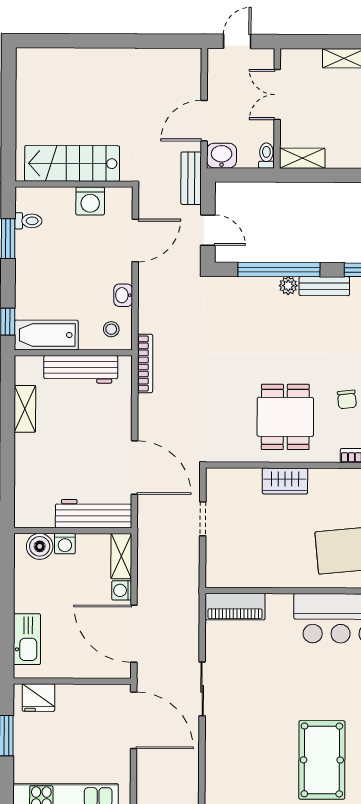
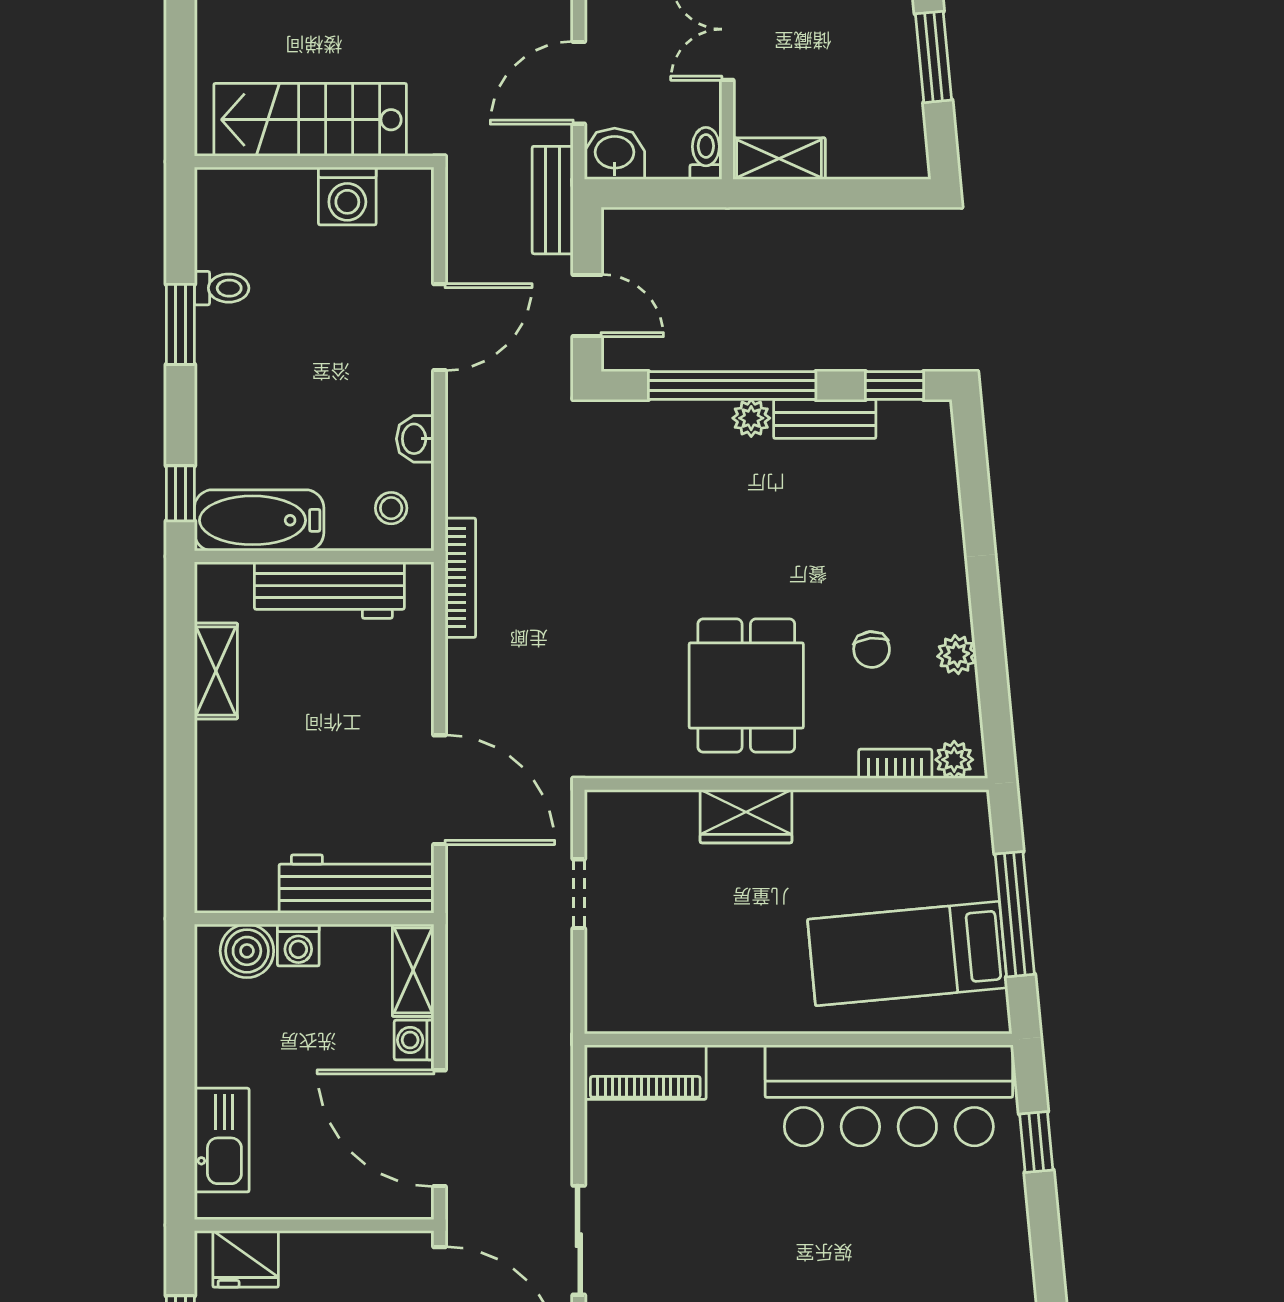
stairs: (72, 163) -> (310, 120), moved
wall: (74, 184) -> (314, 162), moved
washing machine: (90, 201) -> (347, 196), moved

